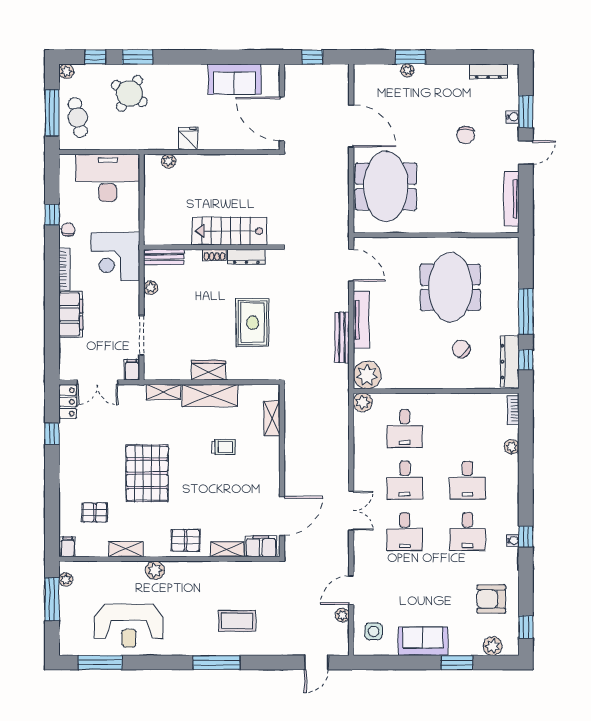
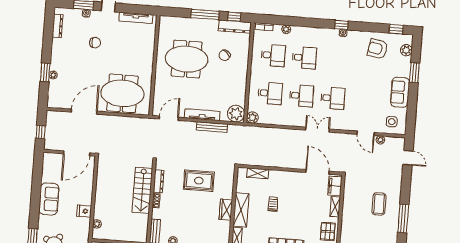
sofa: (235, 79) -> (49, 199), moved
desk: (467, 532) -> (273, 55), moved
armchair: (491, 599) -> (378, 49), turned 100

